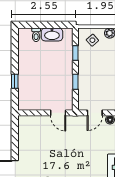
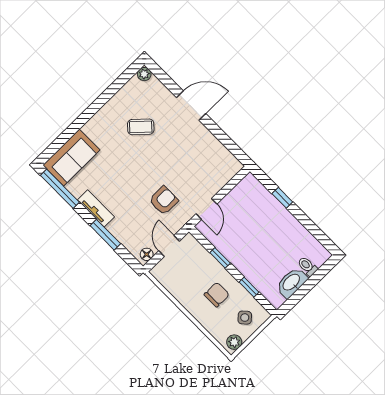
chair: (95, 65) -> (217, 295), added
door: (58, 113) -> (207, 209), swing flipped
armchair: (75, 138) -> (164, 201), added

